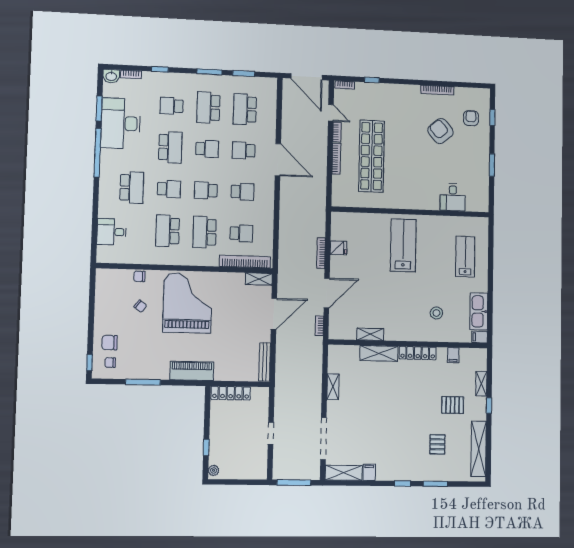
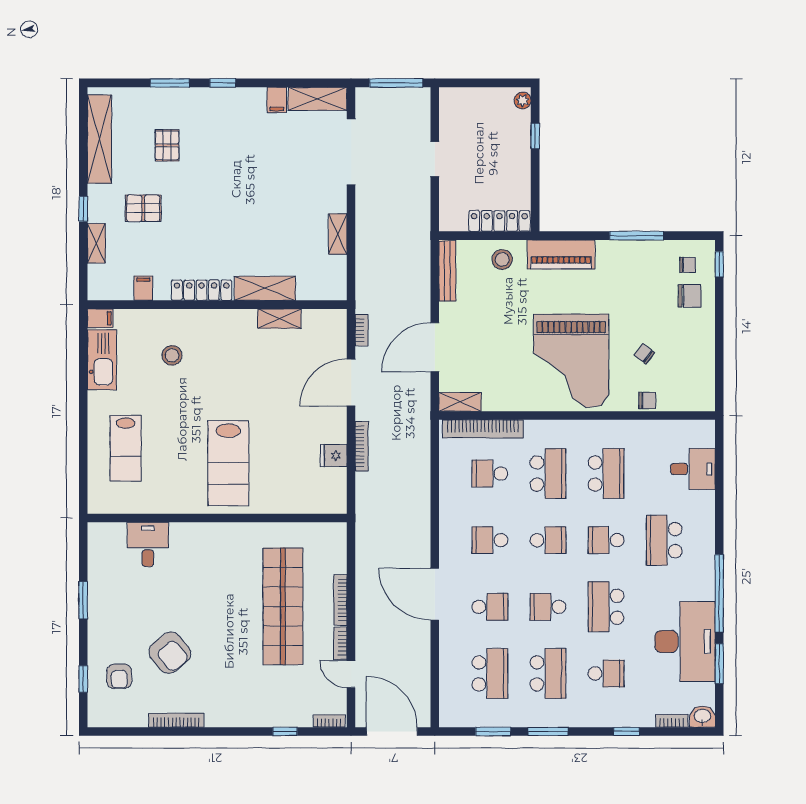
stool: (230, 368) -> (502, 259), added

